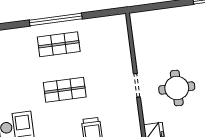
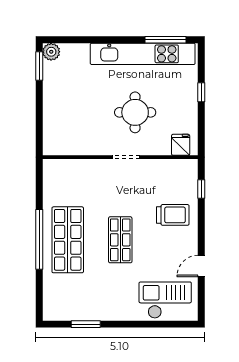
shop shelf: (59, 44) -> (68, 240), width x1.43, depth x1.36

